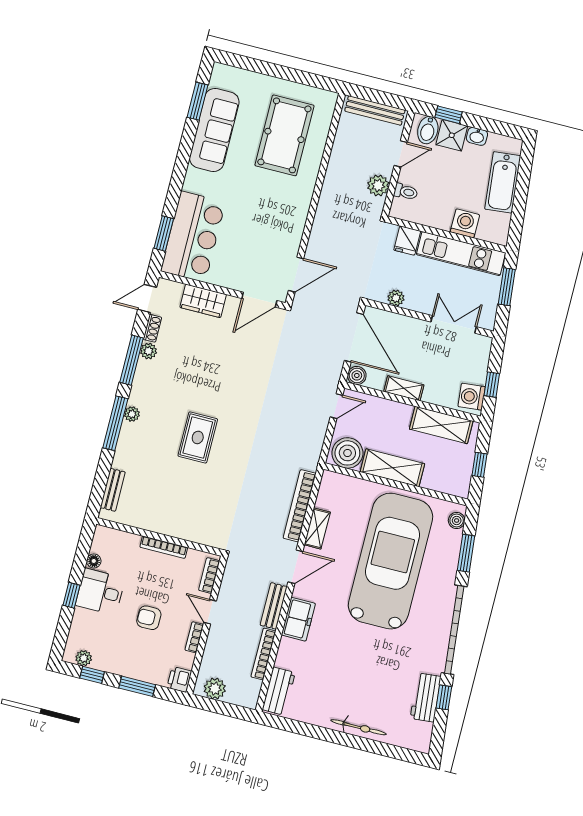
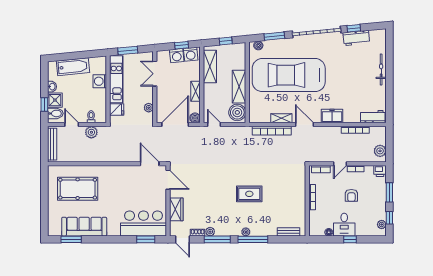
washing machine: (476, 371) -> (177, 56), added
bench: (274, 606) -> (328, 131), removed

